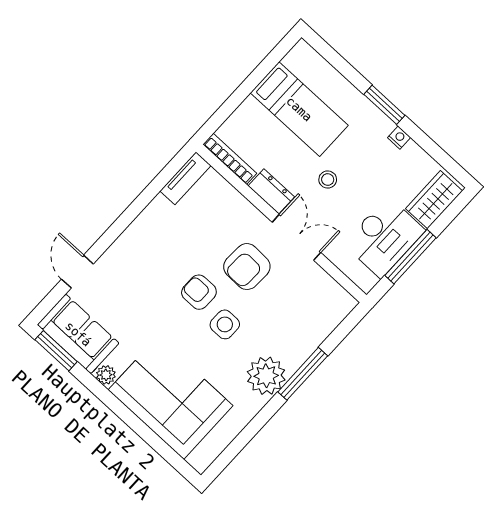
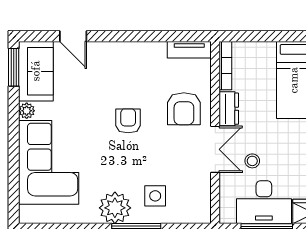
stool: (328, 180) -> (252, 161), moved
armchair: (247, 267) -> (184, 109), moved, turned -92
door: (77, 272) -> (73, 36), swing flipped
side table: (225, 324) -> (155, 196), moved

